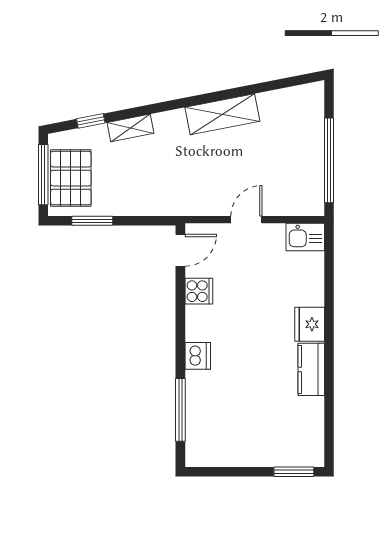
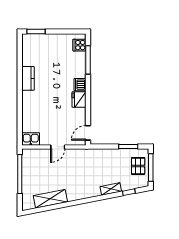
shelving: (222, 114) -> (50, 199), moved
pallet: (71, 178) -> (138, 166), width x0.67, depth x0.71
cooker: (199, 291) -> (79, 45), moved
fridge: (310, 324) -> (79, 100), moved, turned 180

